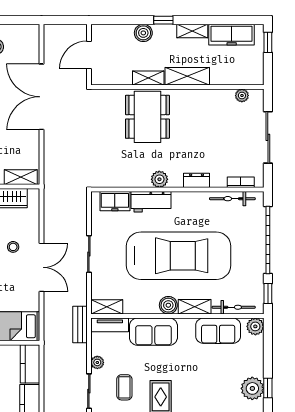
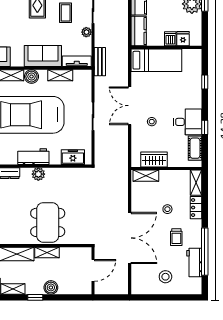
workbench: (151, 202) -> (33, 157), moved
shelving: (107, 307) -> (60, 75), moved

